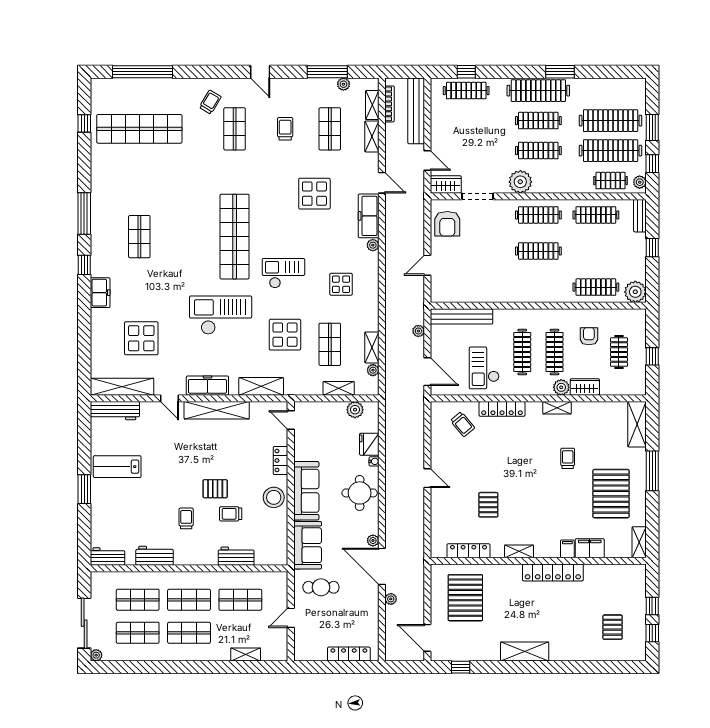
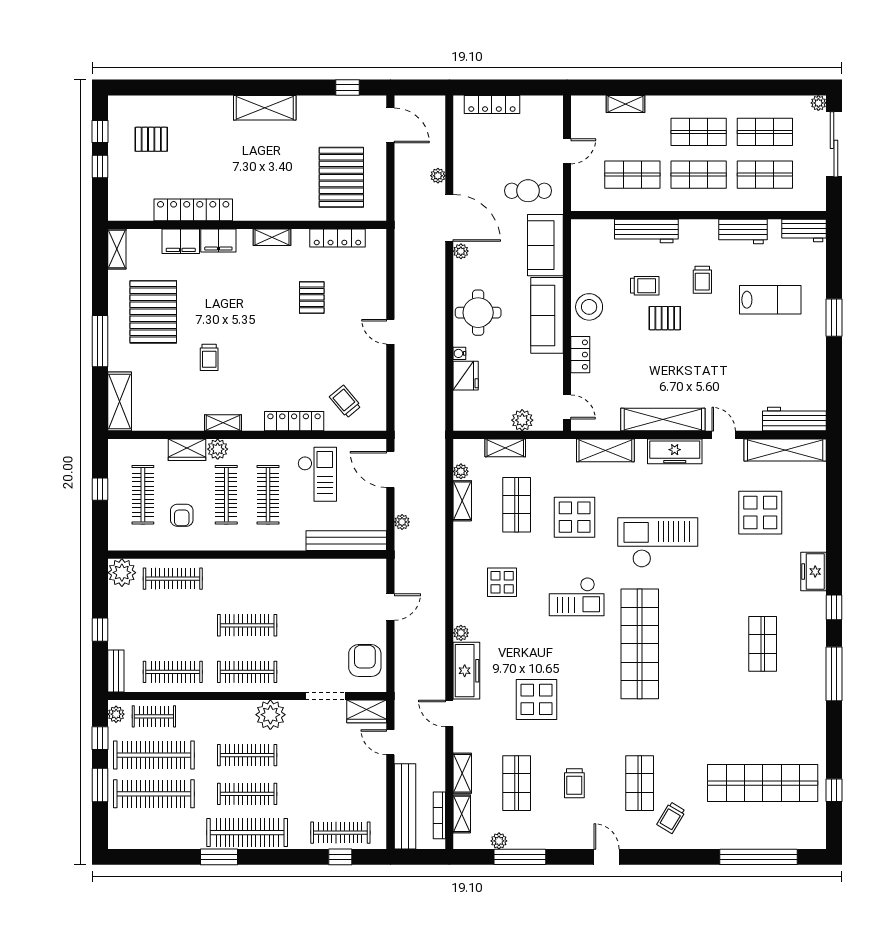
checkout: (221, 315) -> (658, 542), turned 180
clothes rail: (619, 352) -> (143, 495), width x1.36
plant: (355, 410) -> (522, 420), moved
lab bench: (117, 467) -> (770, 300), moved
filing cabinet: (567, 549) -> (218, 240), width x2.00
workbench: (236, 556) -> (646, 231), width x1.38
locker: (553, 572) -> (193, 210), moved
pallet: (613, 627) -> (151, 139), turned 90

